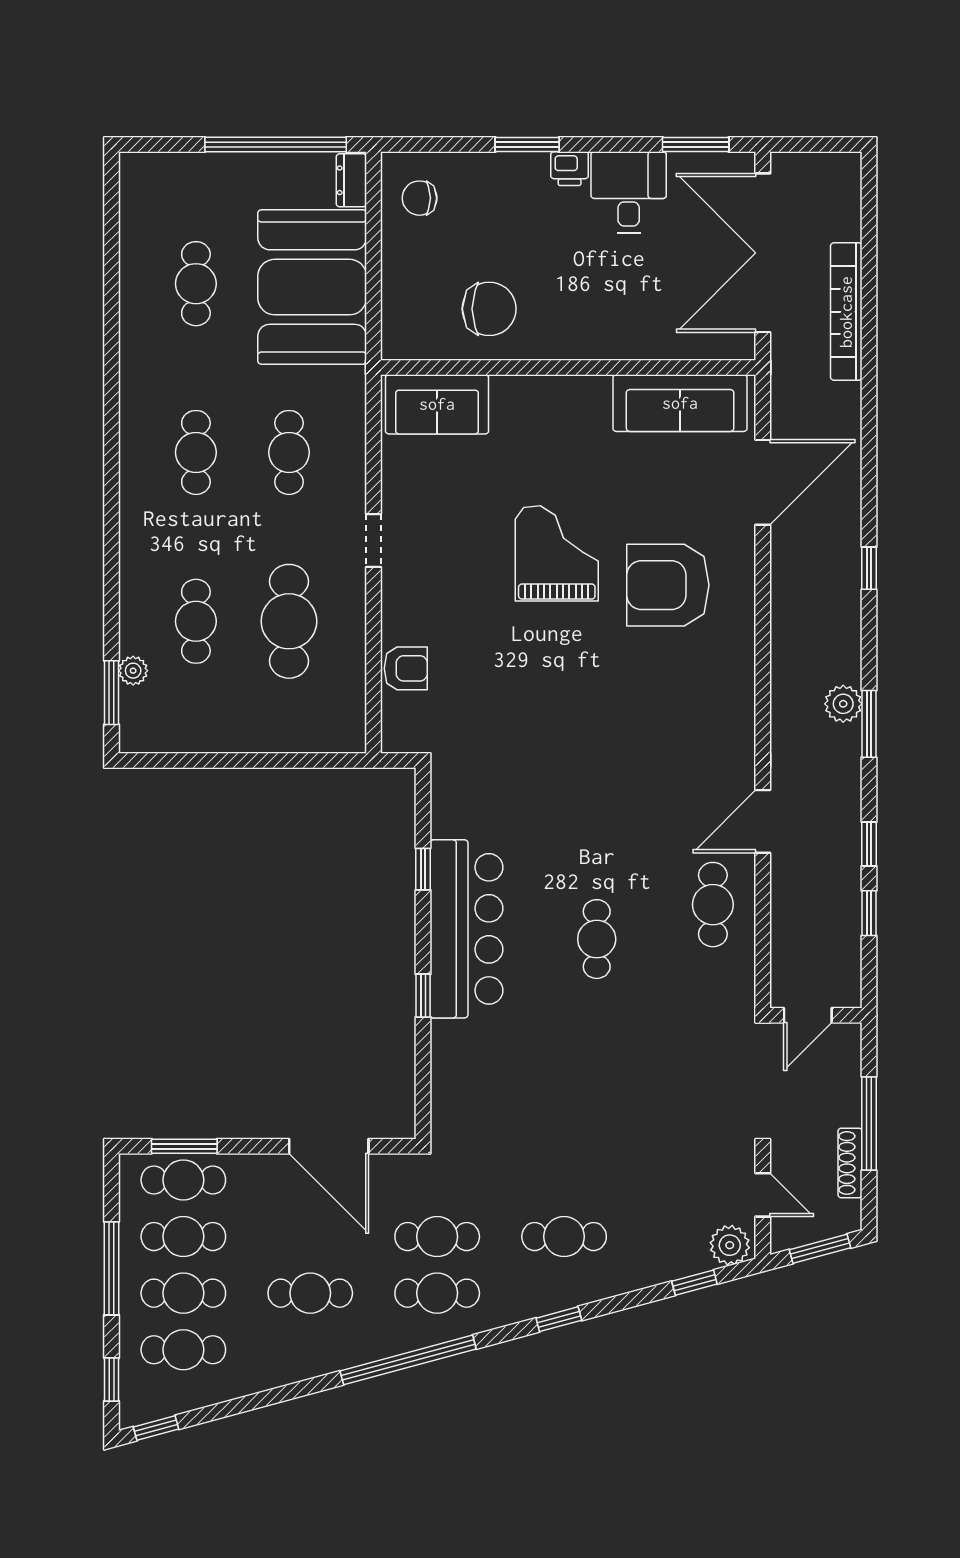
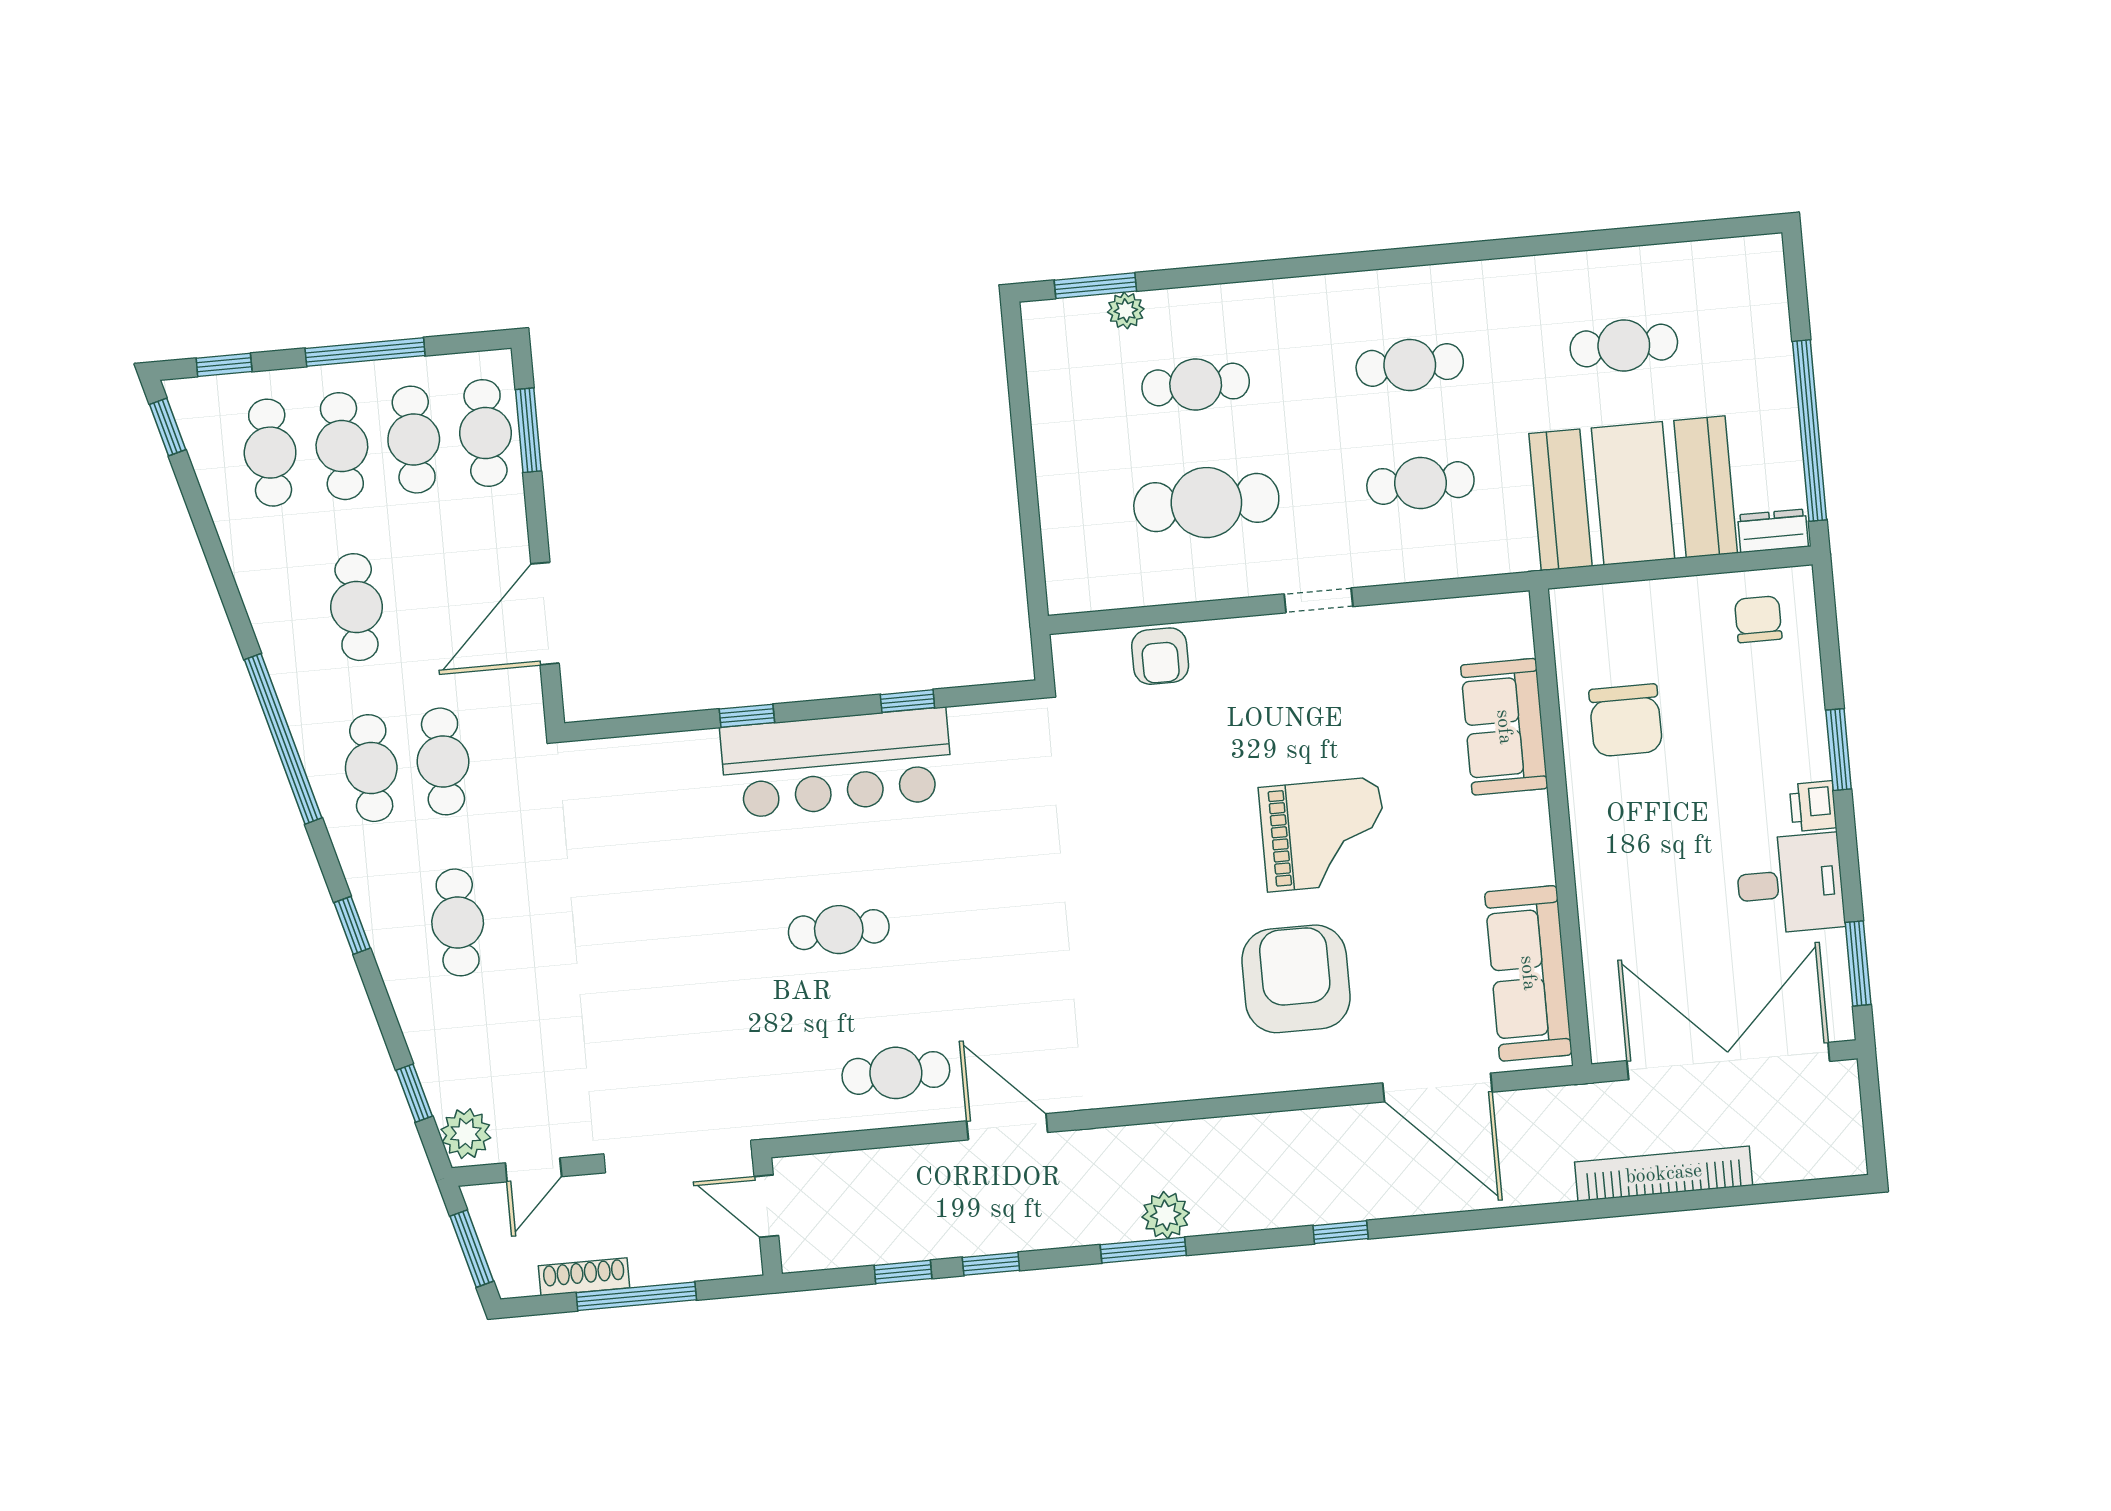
sofa: (437, 404) -> (1504, 727), moved

